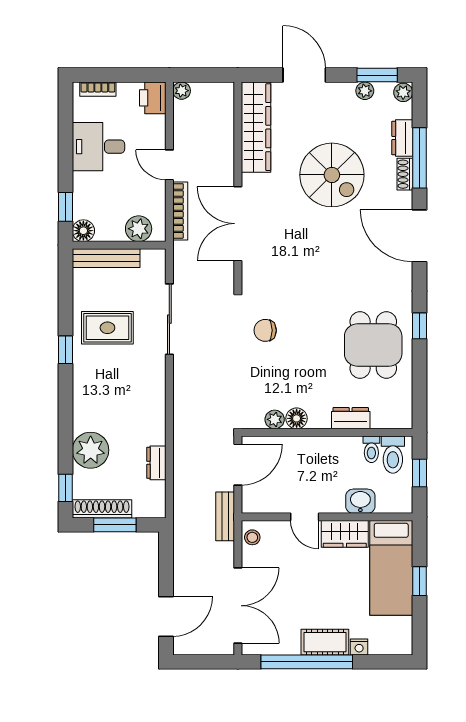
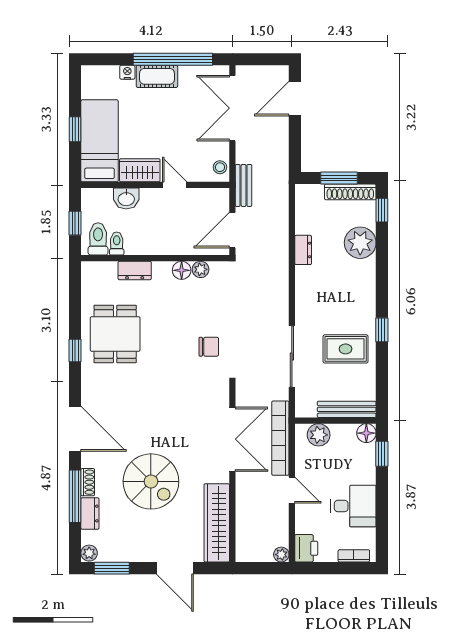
plant: (365, 91) -> (122, 554), removed
spiral stairs: (332, 175) -> (151, 481), turned 180
bookcase: (180, 211) -> (280, 438), width x1.48, depth x1.31
dresser: (156, 463) -> (303, 250), moved

